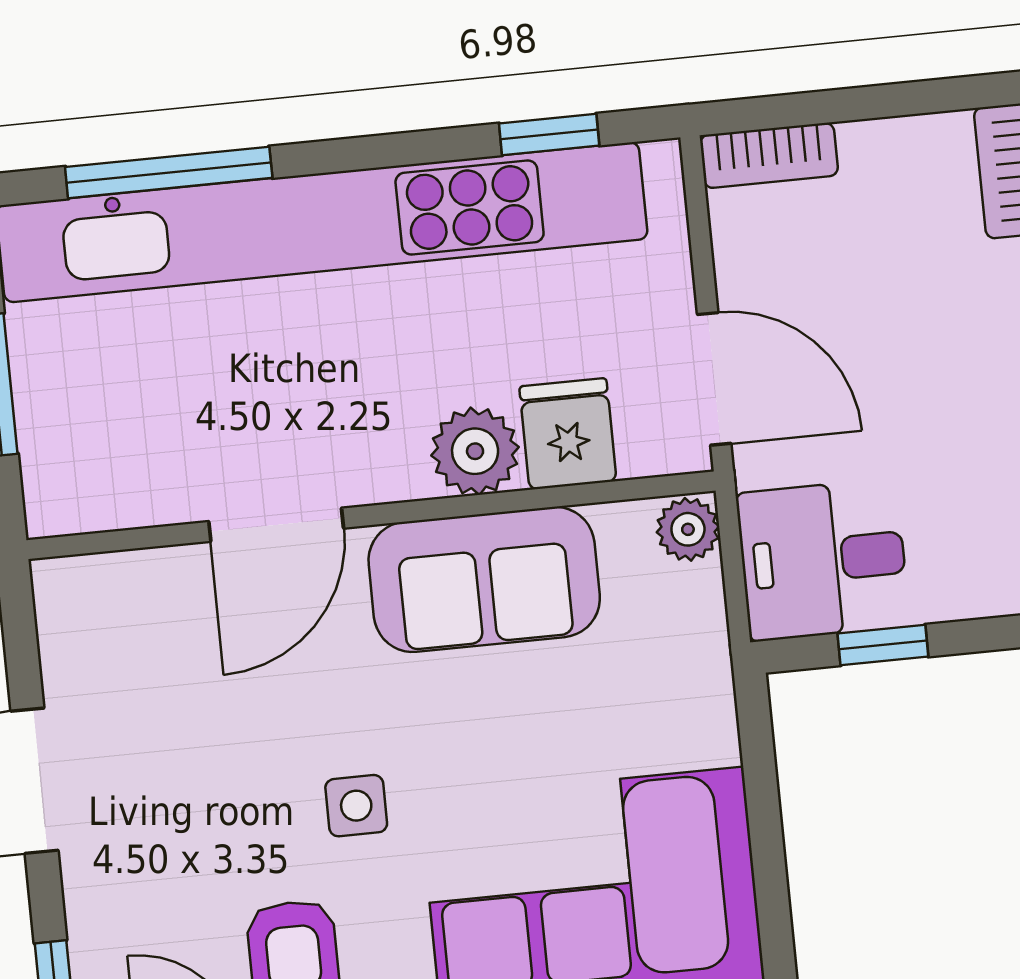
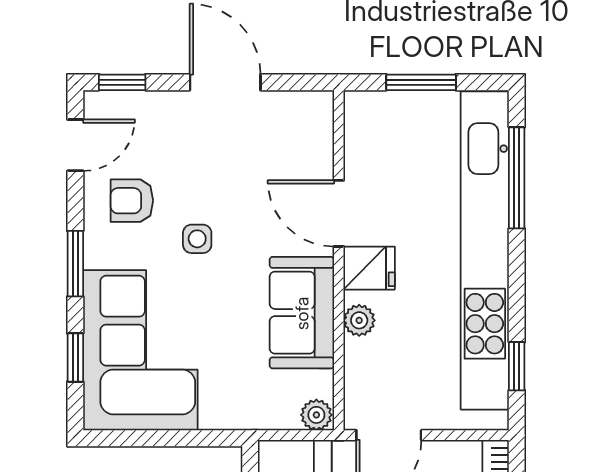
fridge: (568, 434) -> (369, 268), moved
plant: (475, 451) -> (359, 320), width x0.73, depth x0.73

